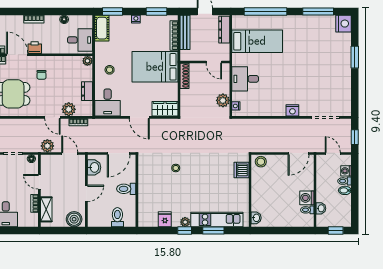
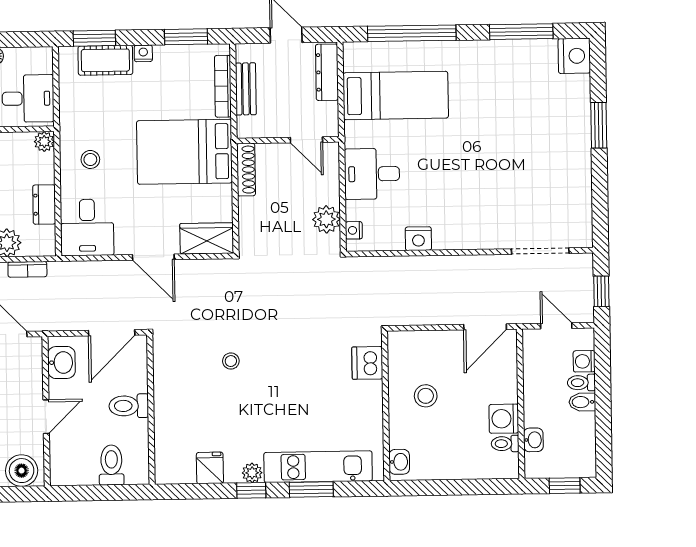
cot: (102, 28) -> (105, 60), moved, turned 90
bench: (185, 32) -> (246, 89), width x0.73
nightstand: (292, 110) -> (418, 239), moved
stool: (261, 162) -> (426, 396), moved

